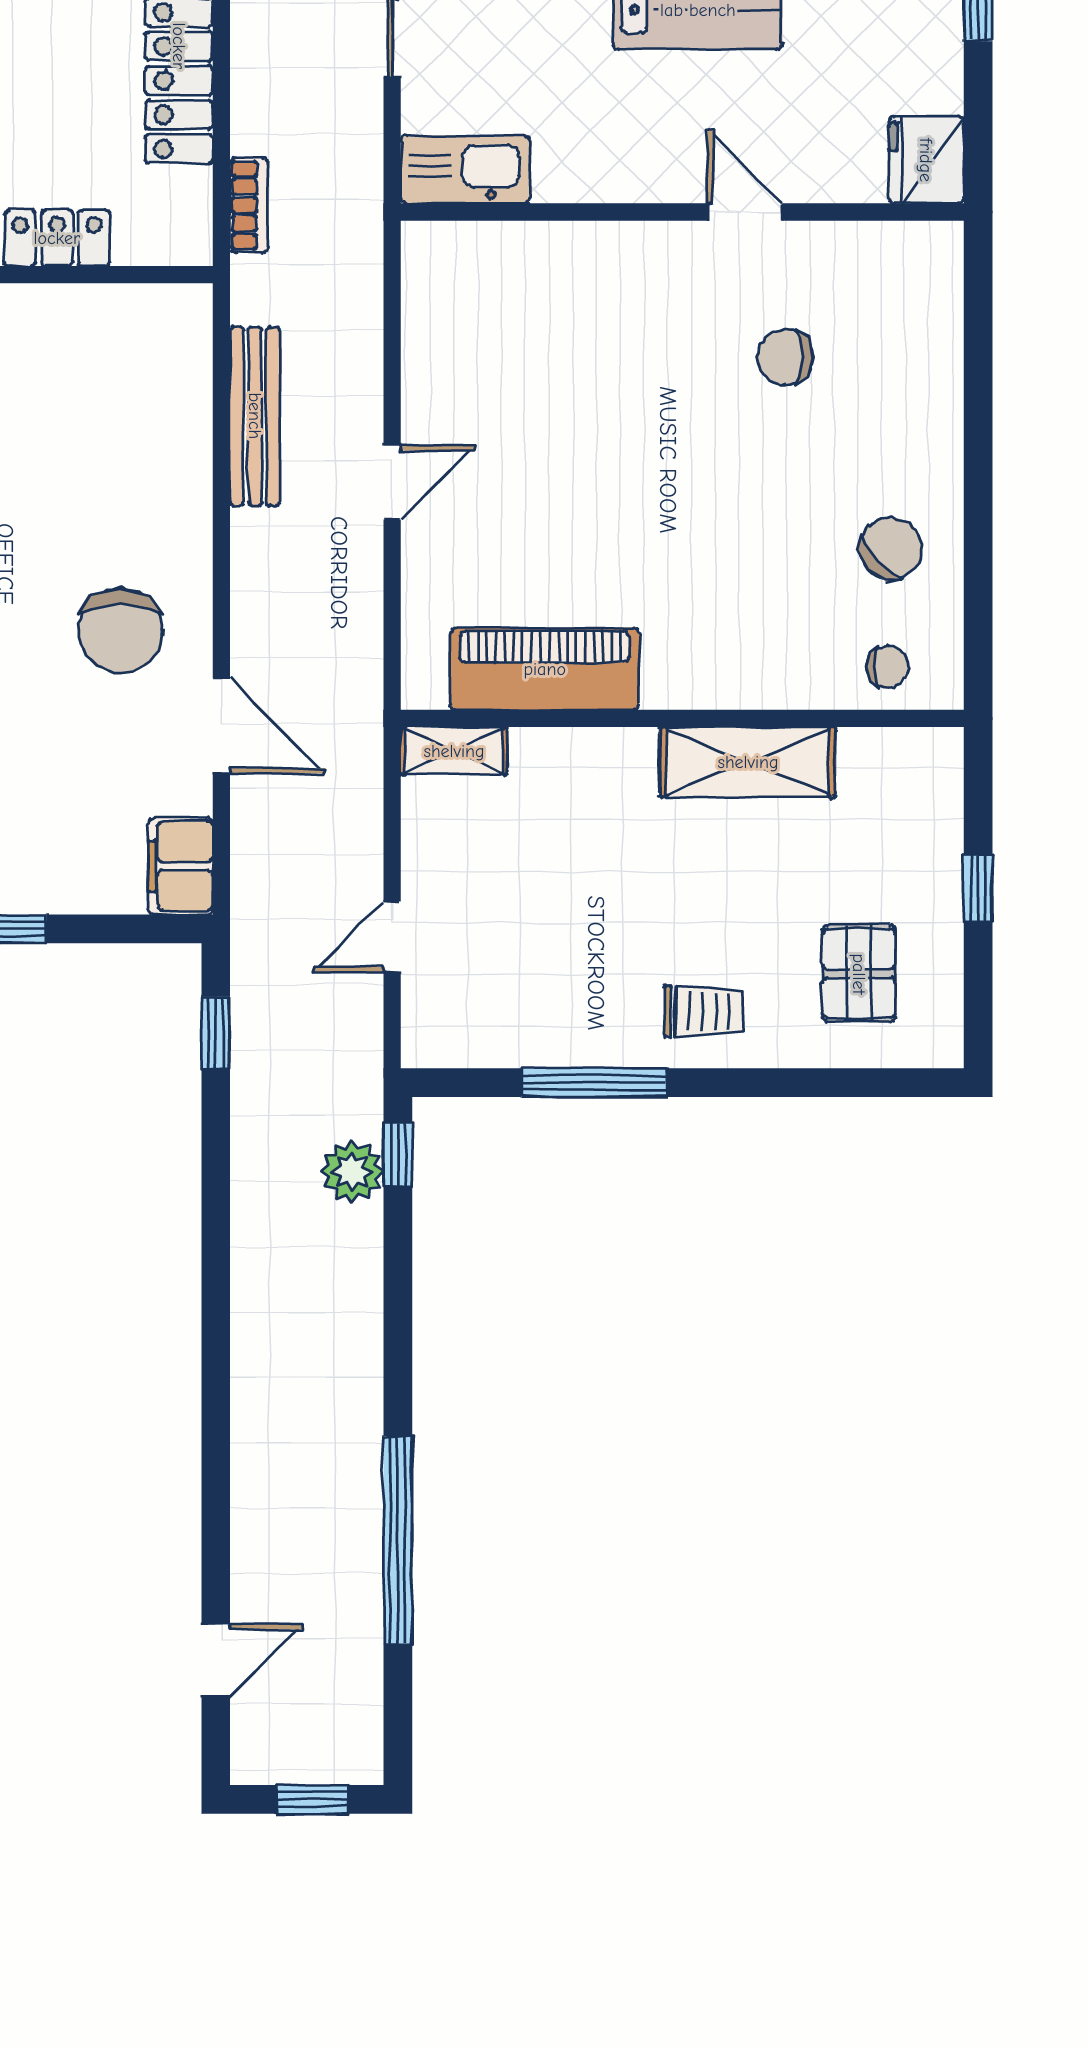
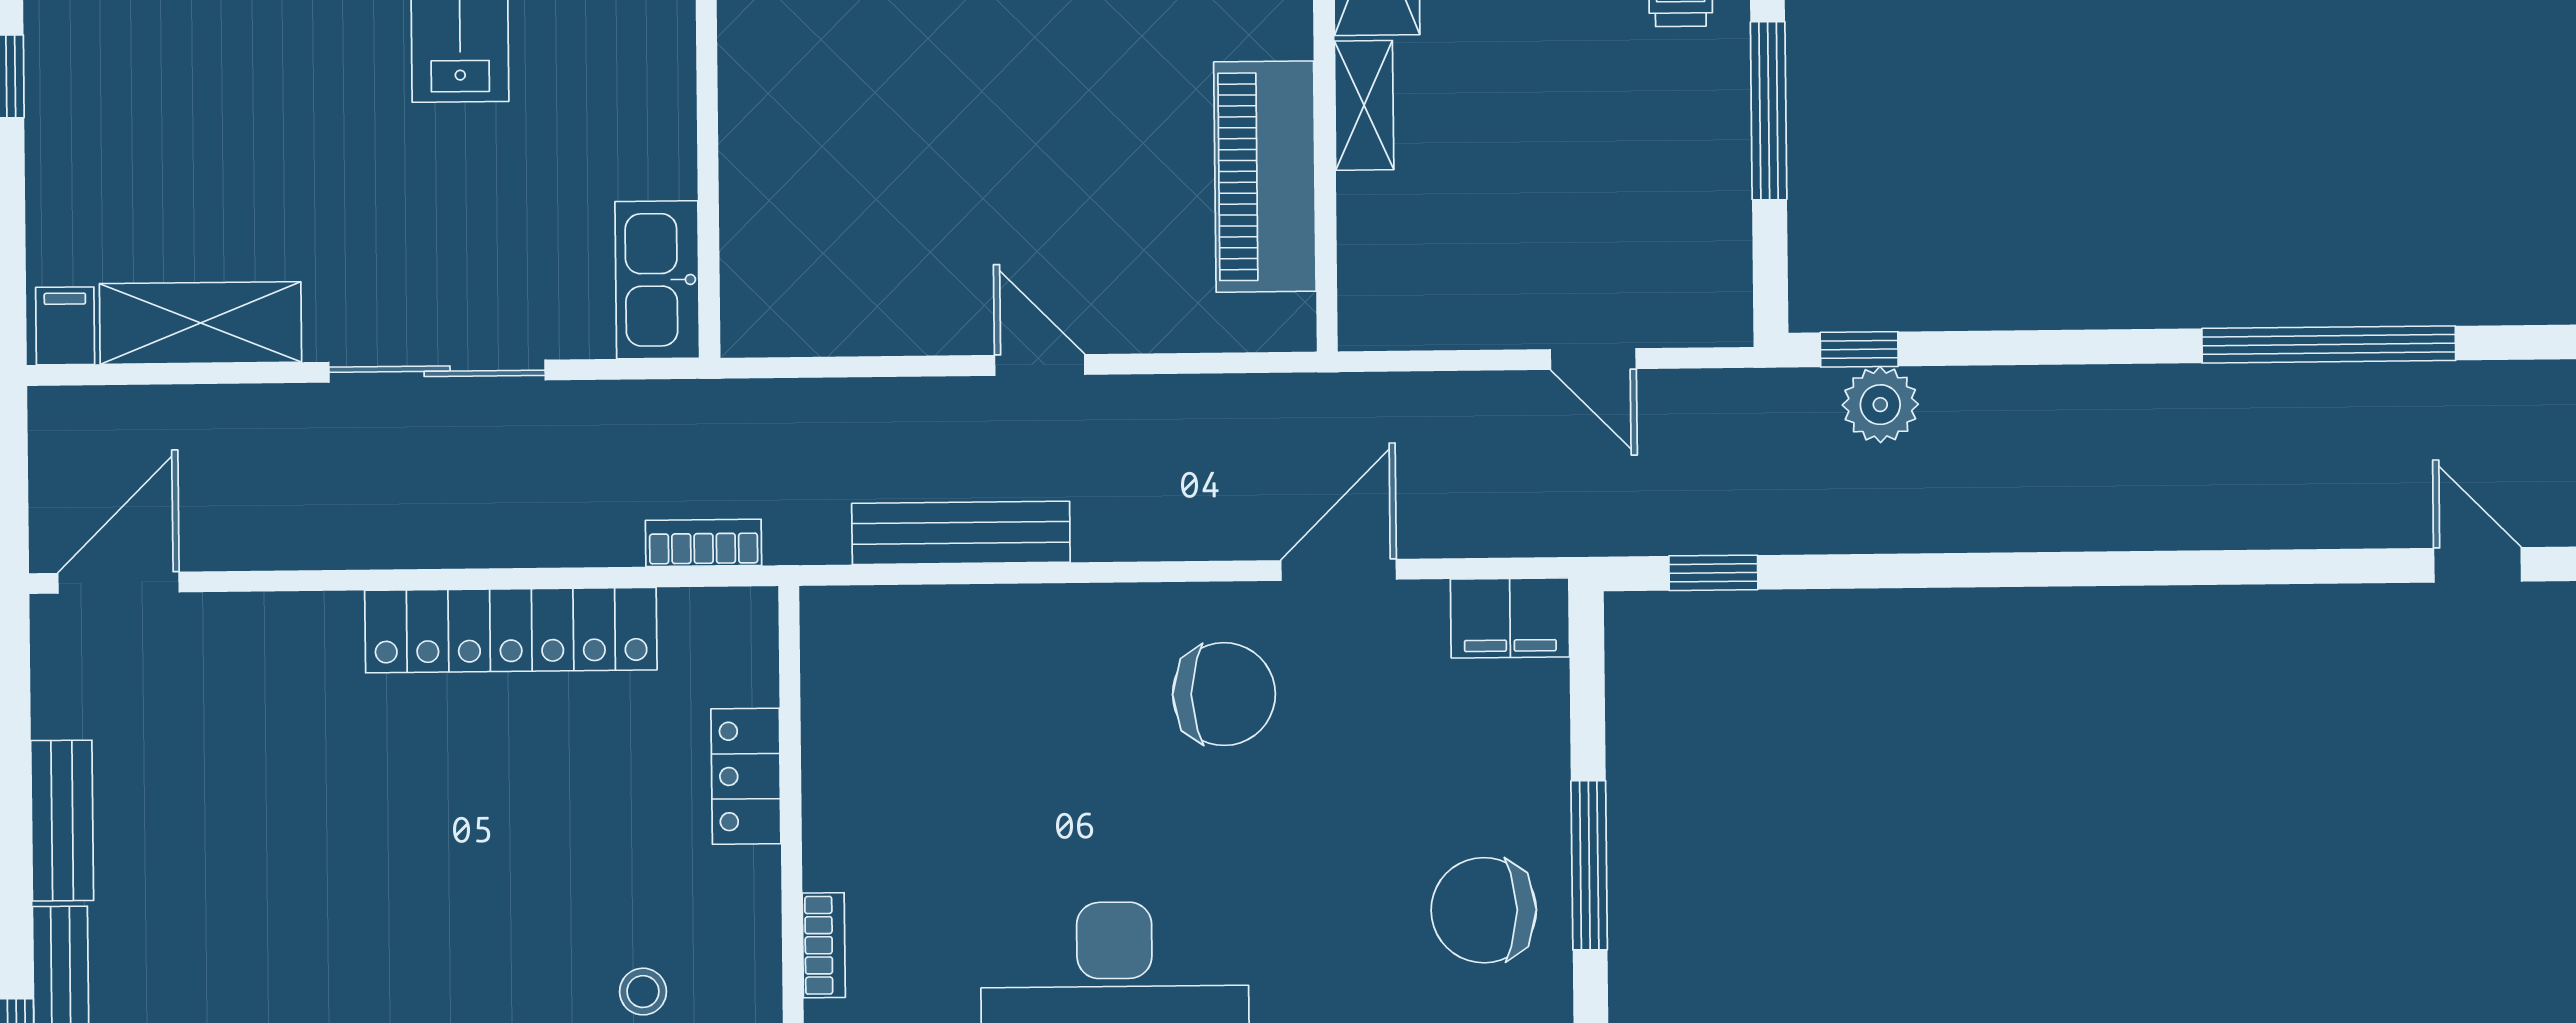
shelving: (454, 751) -> (1364, 105), moved

